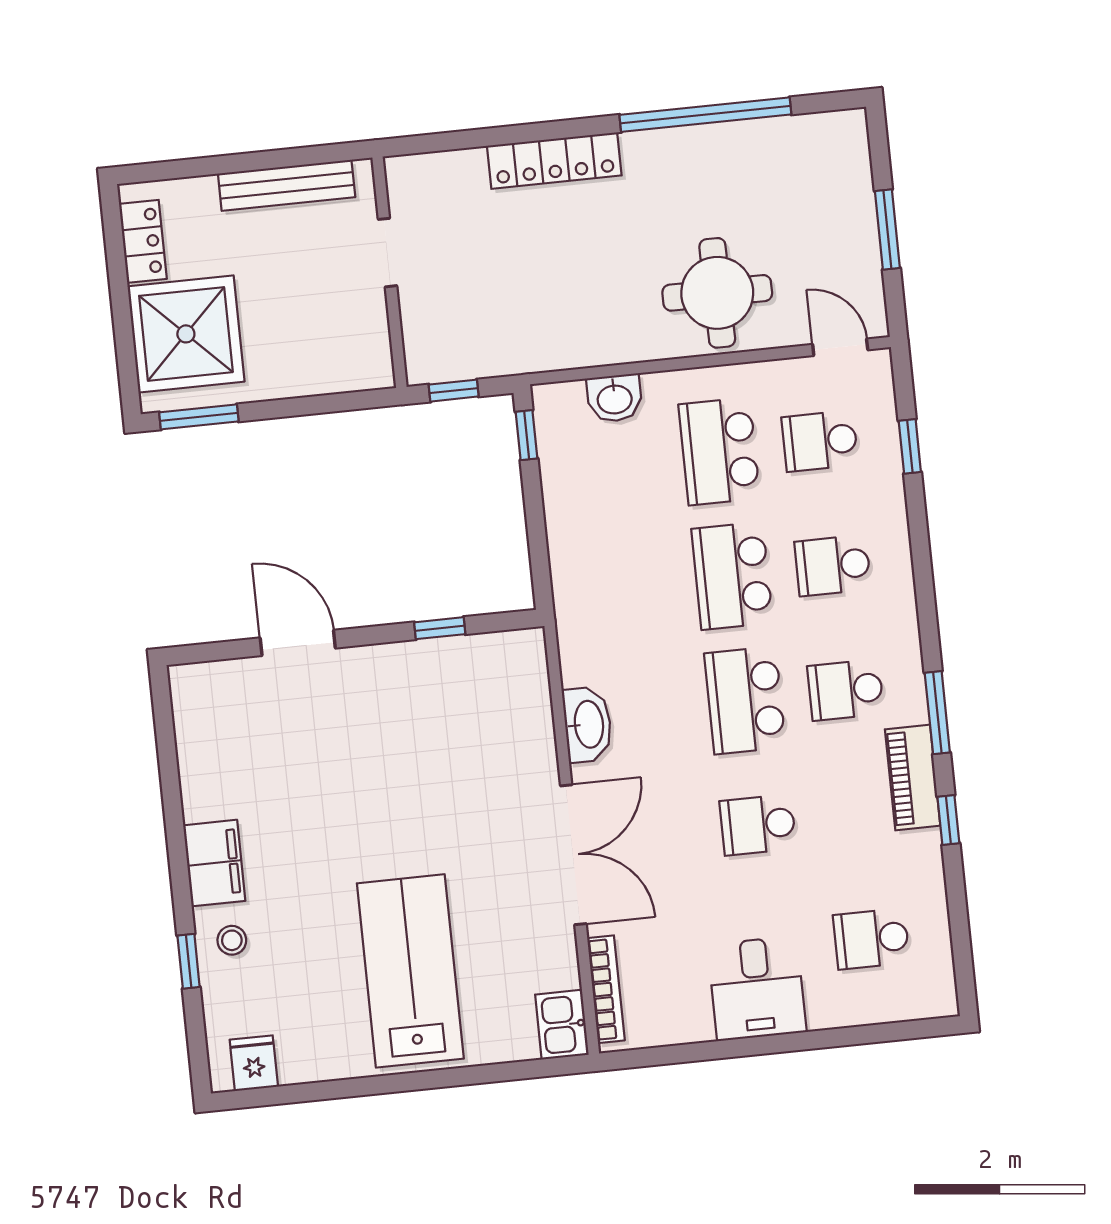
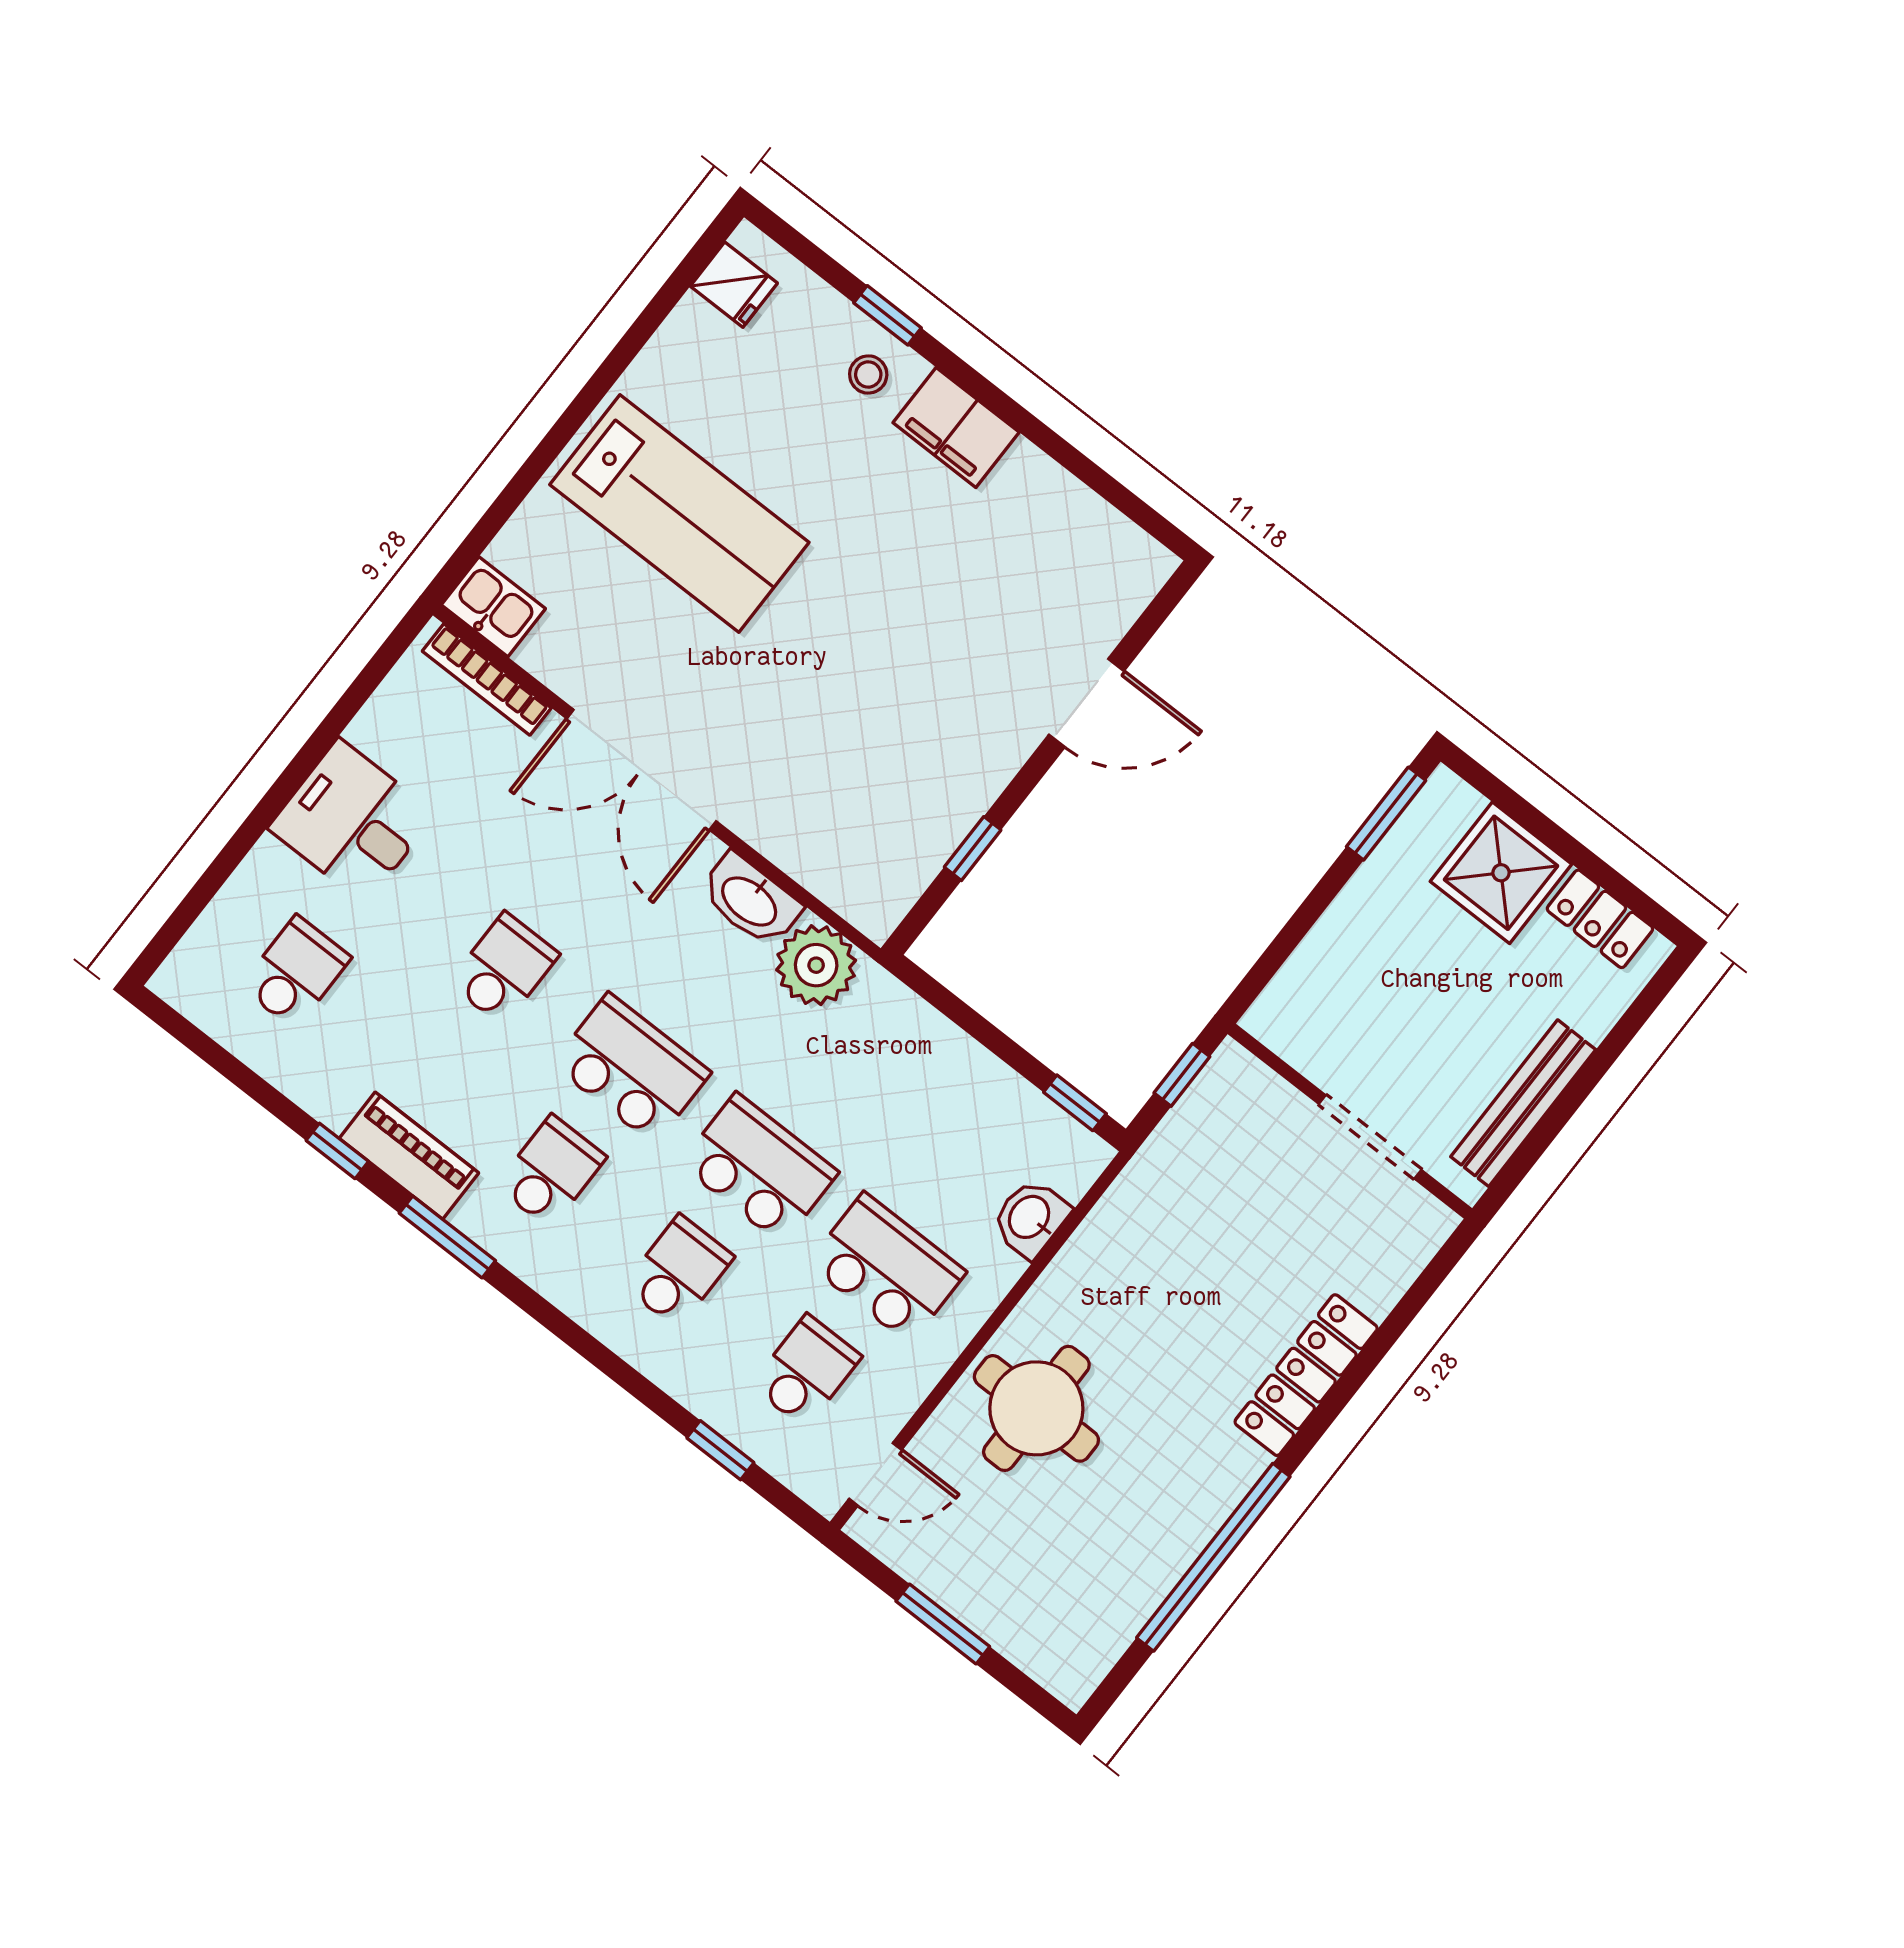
doorway: (387, 253) -> (1370, 1137), width x1.38
shower: (186, 334) -> (1501, 873), width x0.73, depth x0.73
plant: (589, 653) -> (816, 965), added

